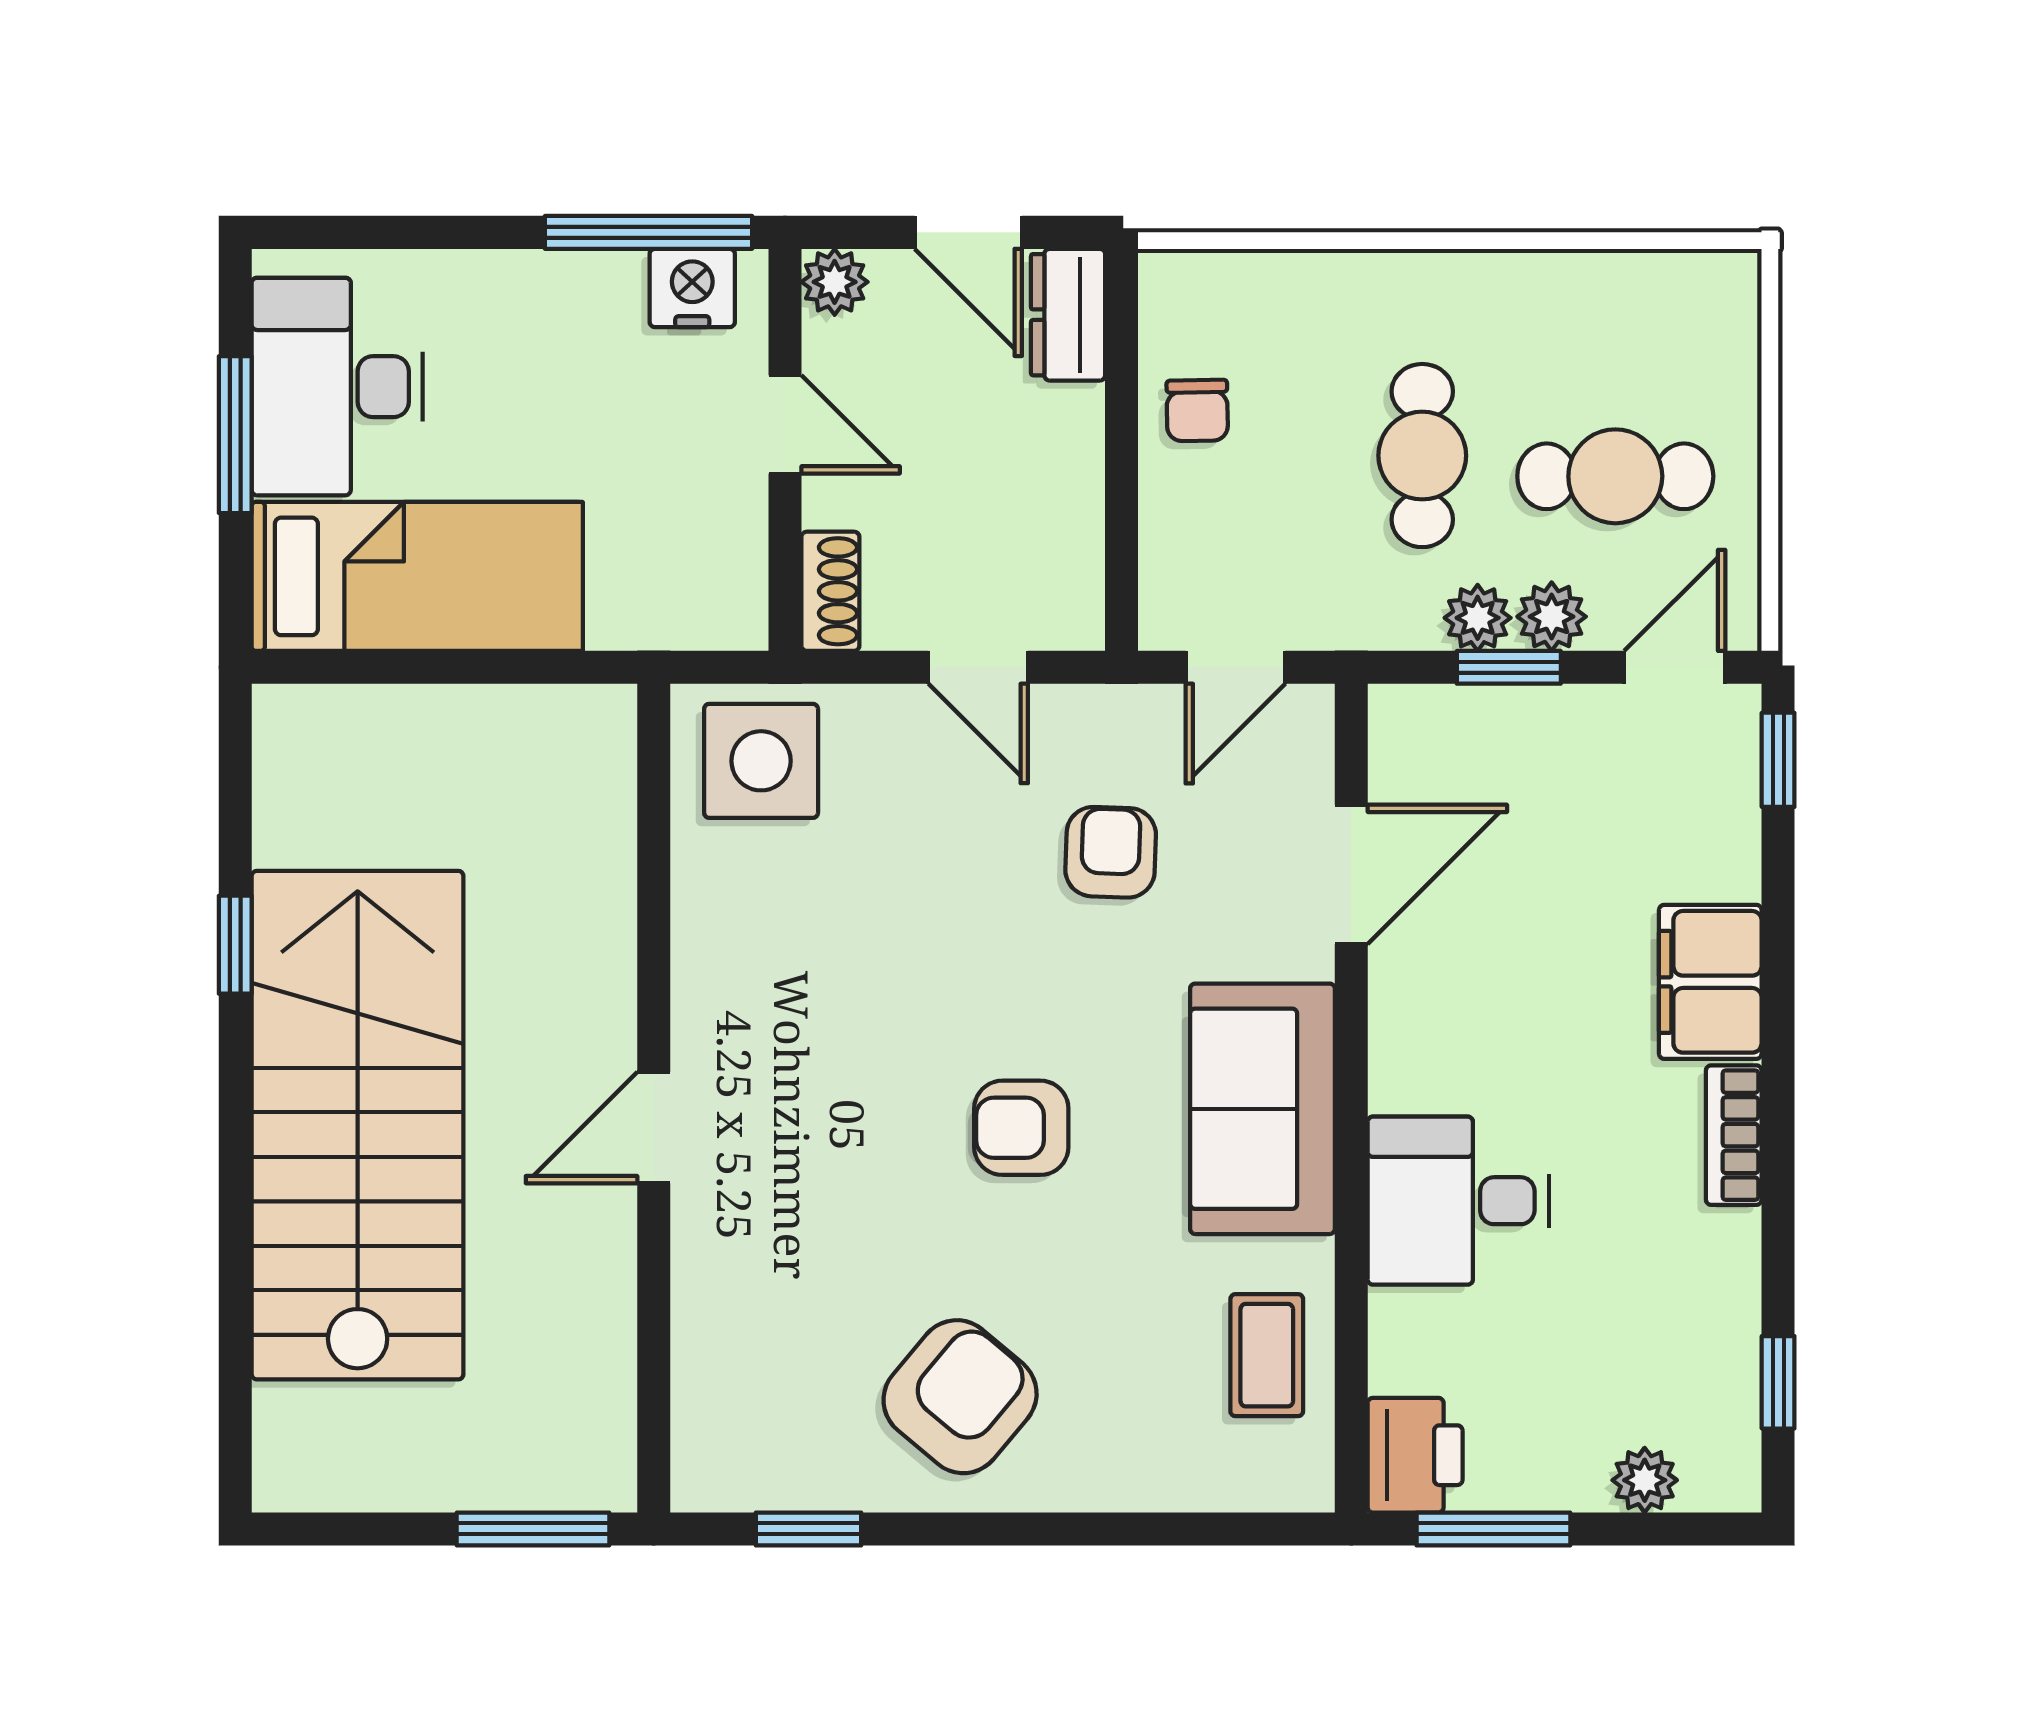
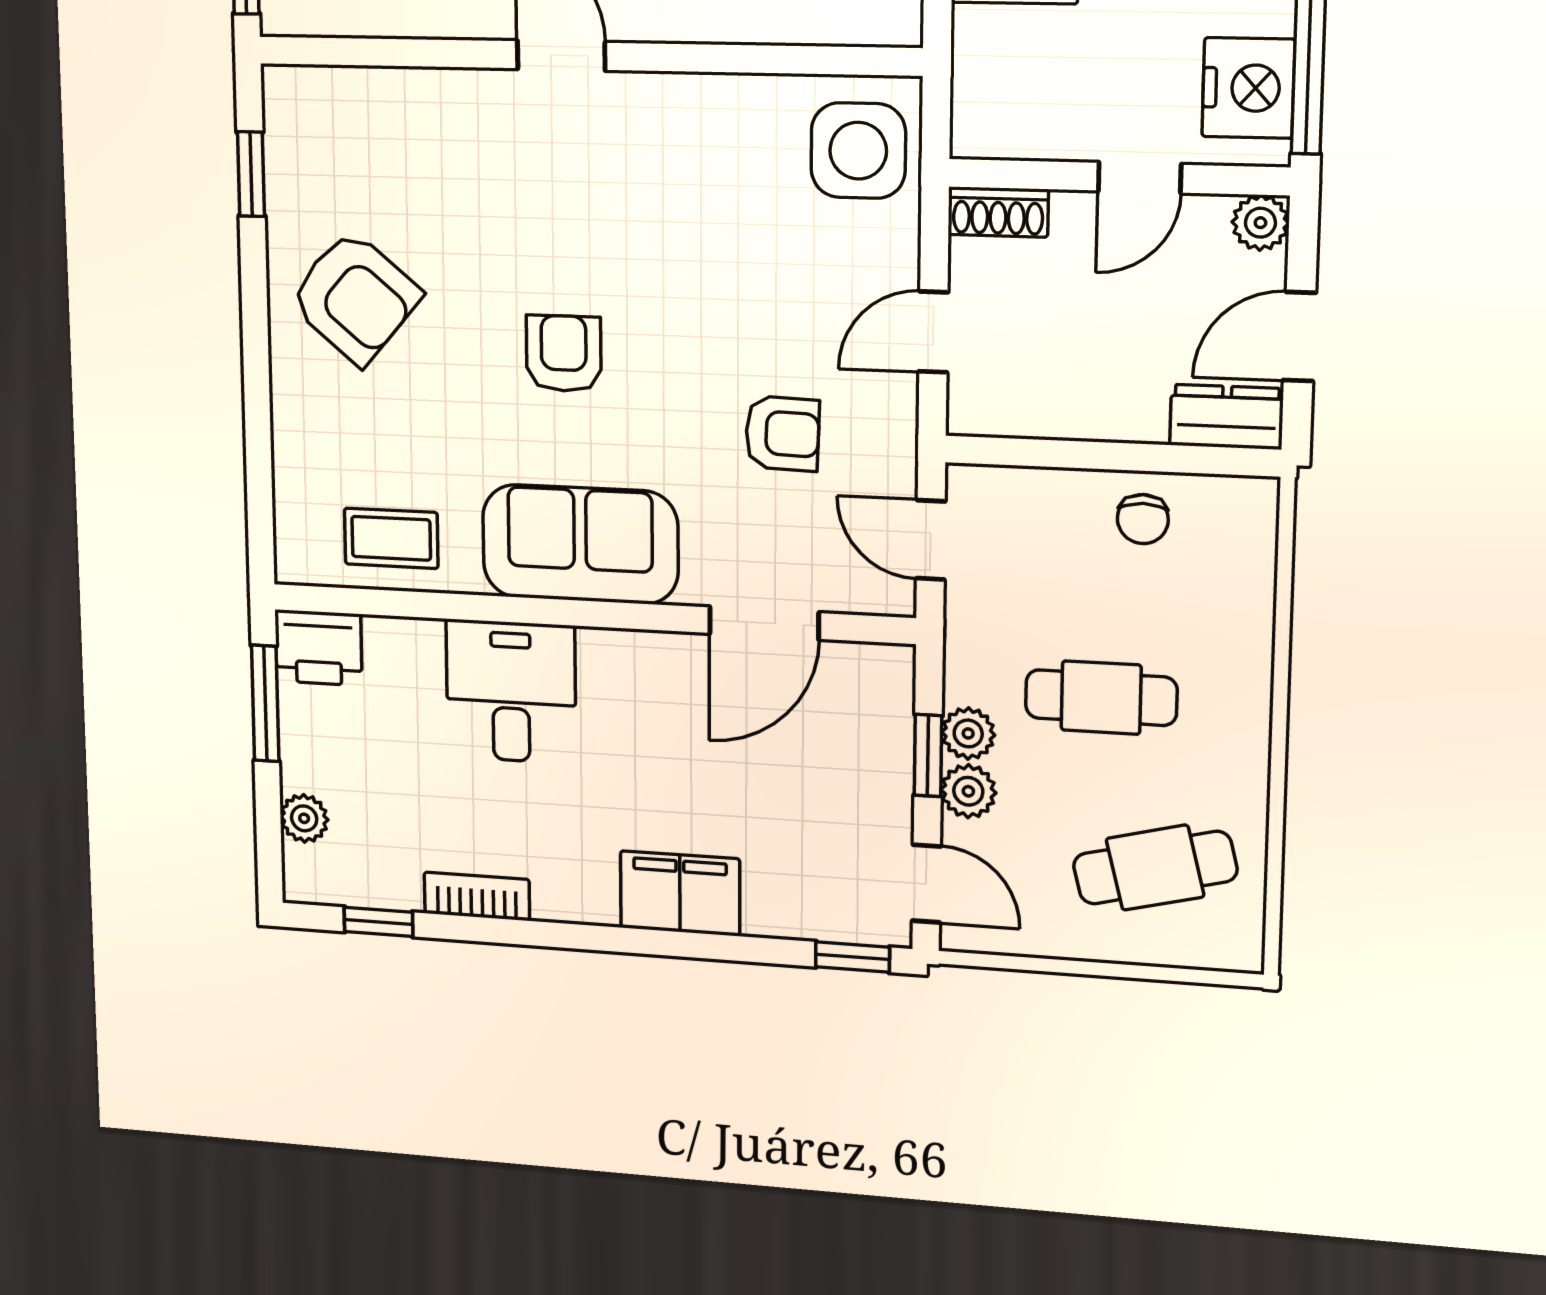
nightstand: (692, 288) -> (1248, 88), width x1.36, depth x1.33
chair: (1197, 411) -> (1143, 519), turned -89
cafe table: (1615, 476) -> (1155, 868), moved, turned 76
door: (1351, 874) -> (764, 623), hinge flipped
bookcase: (1734, 1135) -> (477, 896), moved

